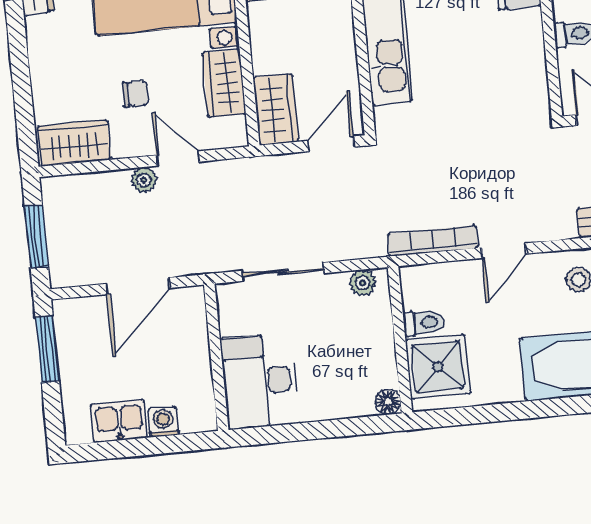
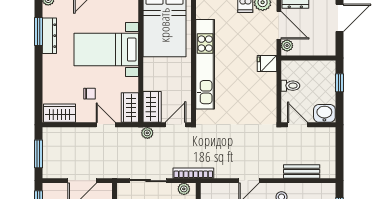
wardrobe: (224, 83) -> (130, 108), moved
plant: (144, 180) -> (147, 133), moved
bookcase: (433, 241) -> (193, 173), moved

